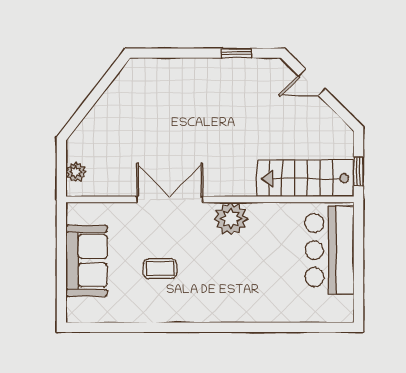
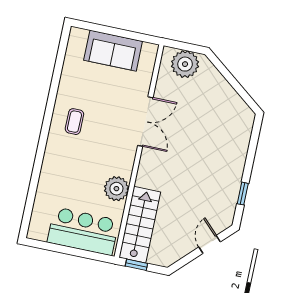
plant: (76, 172) -> (185, 64), width x1.87, depth x1.87
plant: (231, 219) -> (116, 189), moved
coffee table: (160, 269) -> (74, 122), moved

